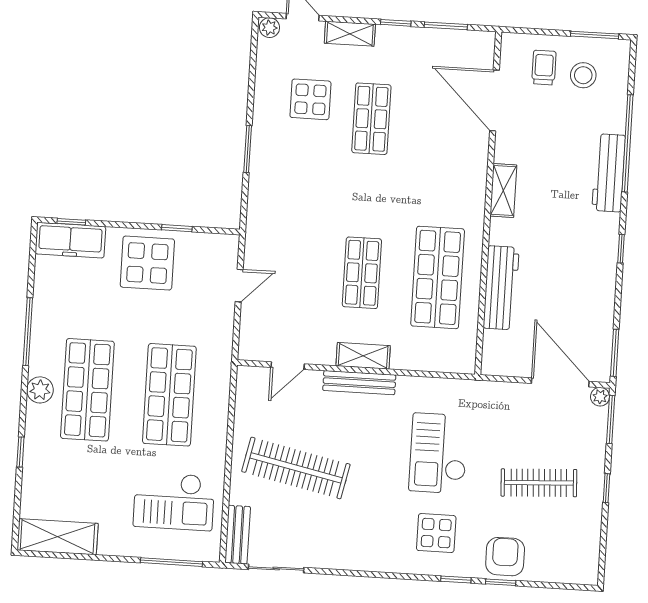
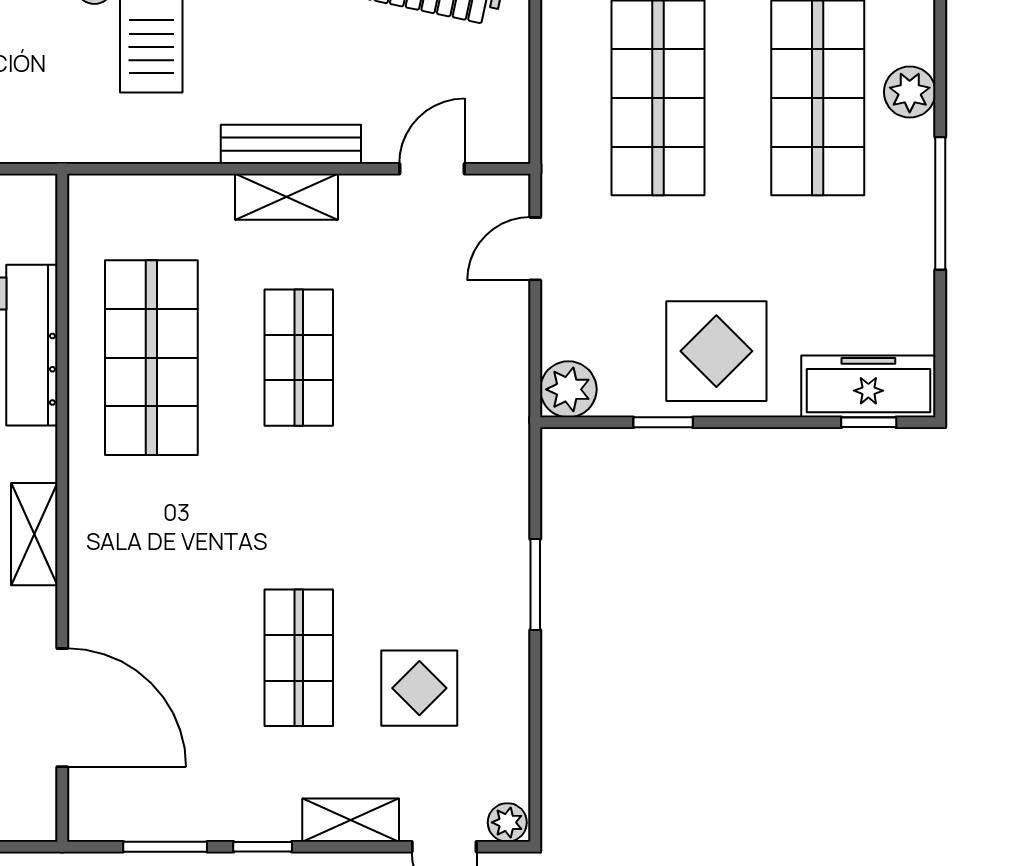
plant: (225, 248) -> (568, 389), added
door: (239, 286) -> (535, 249), moved

